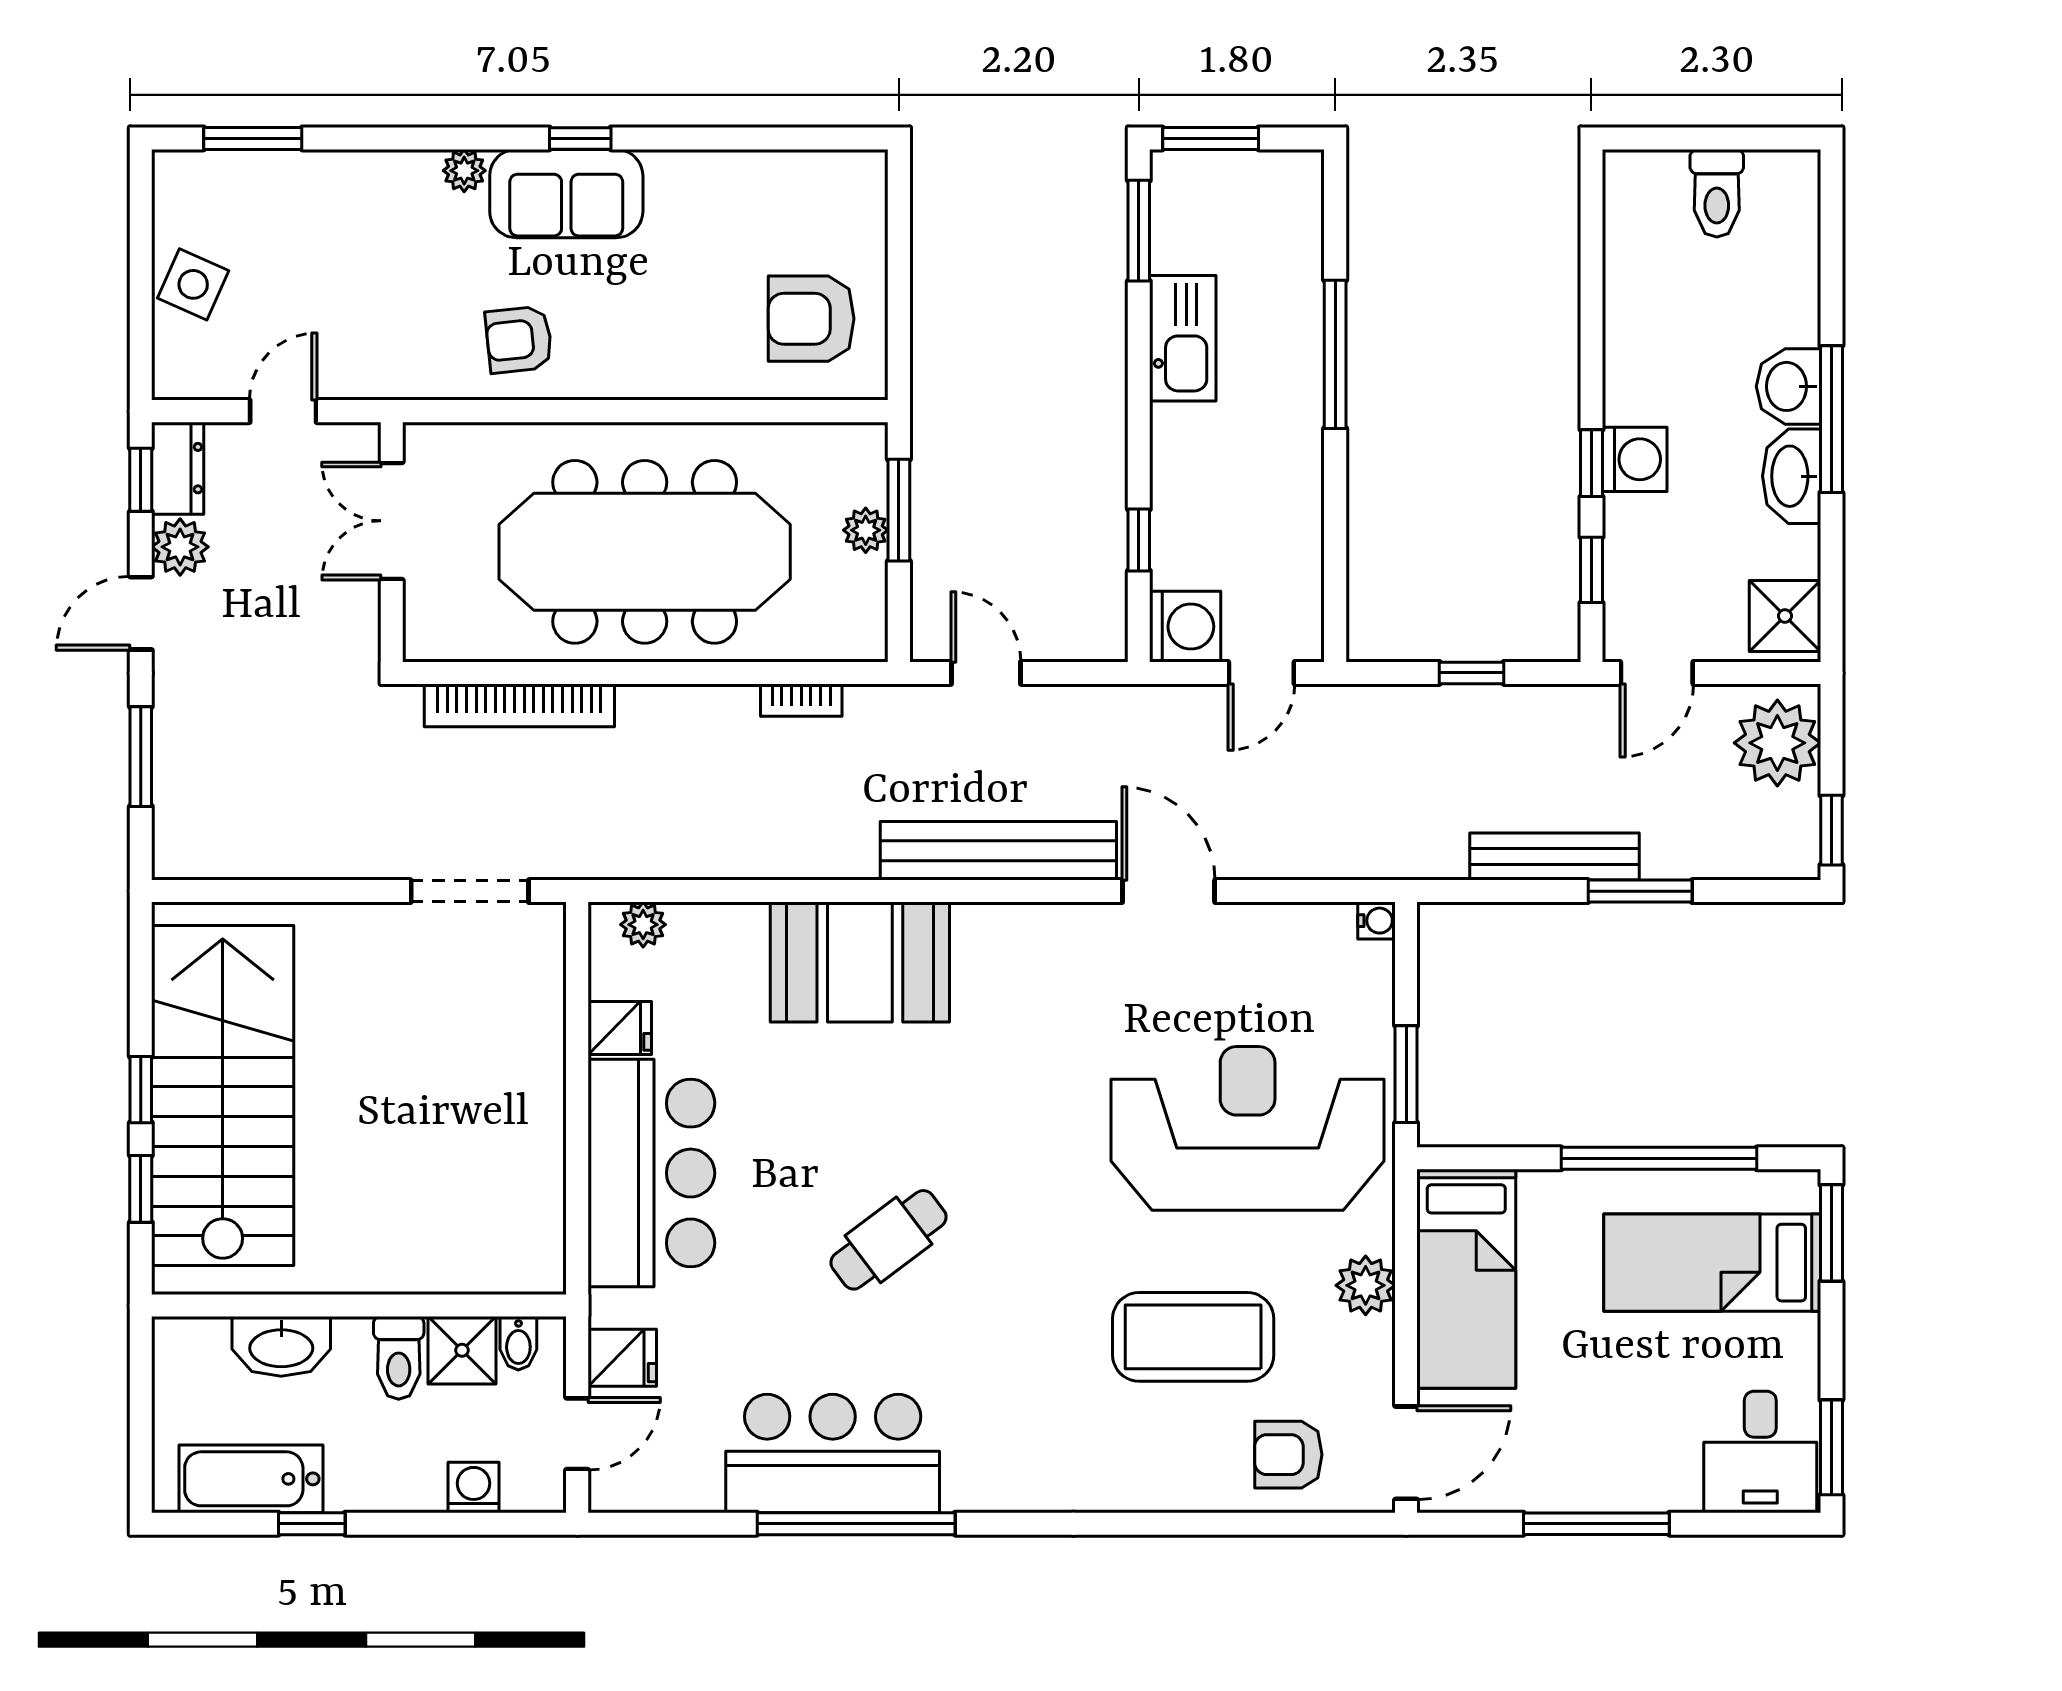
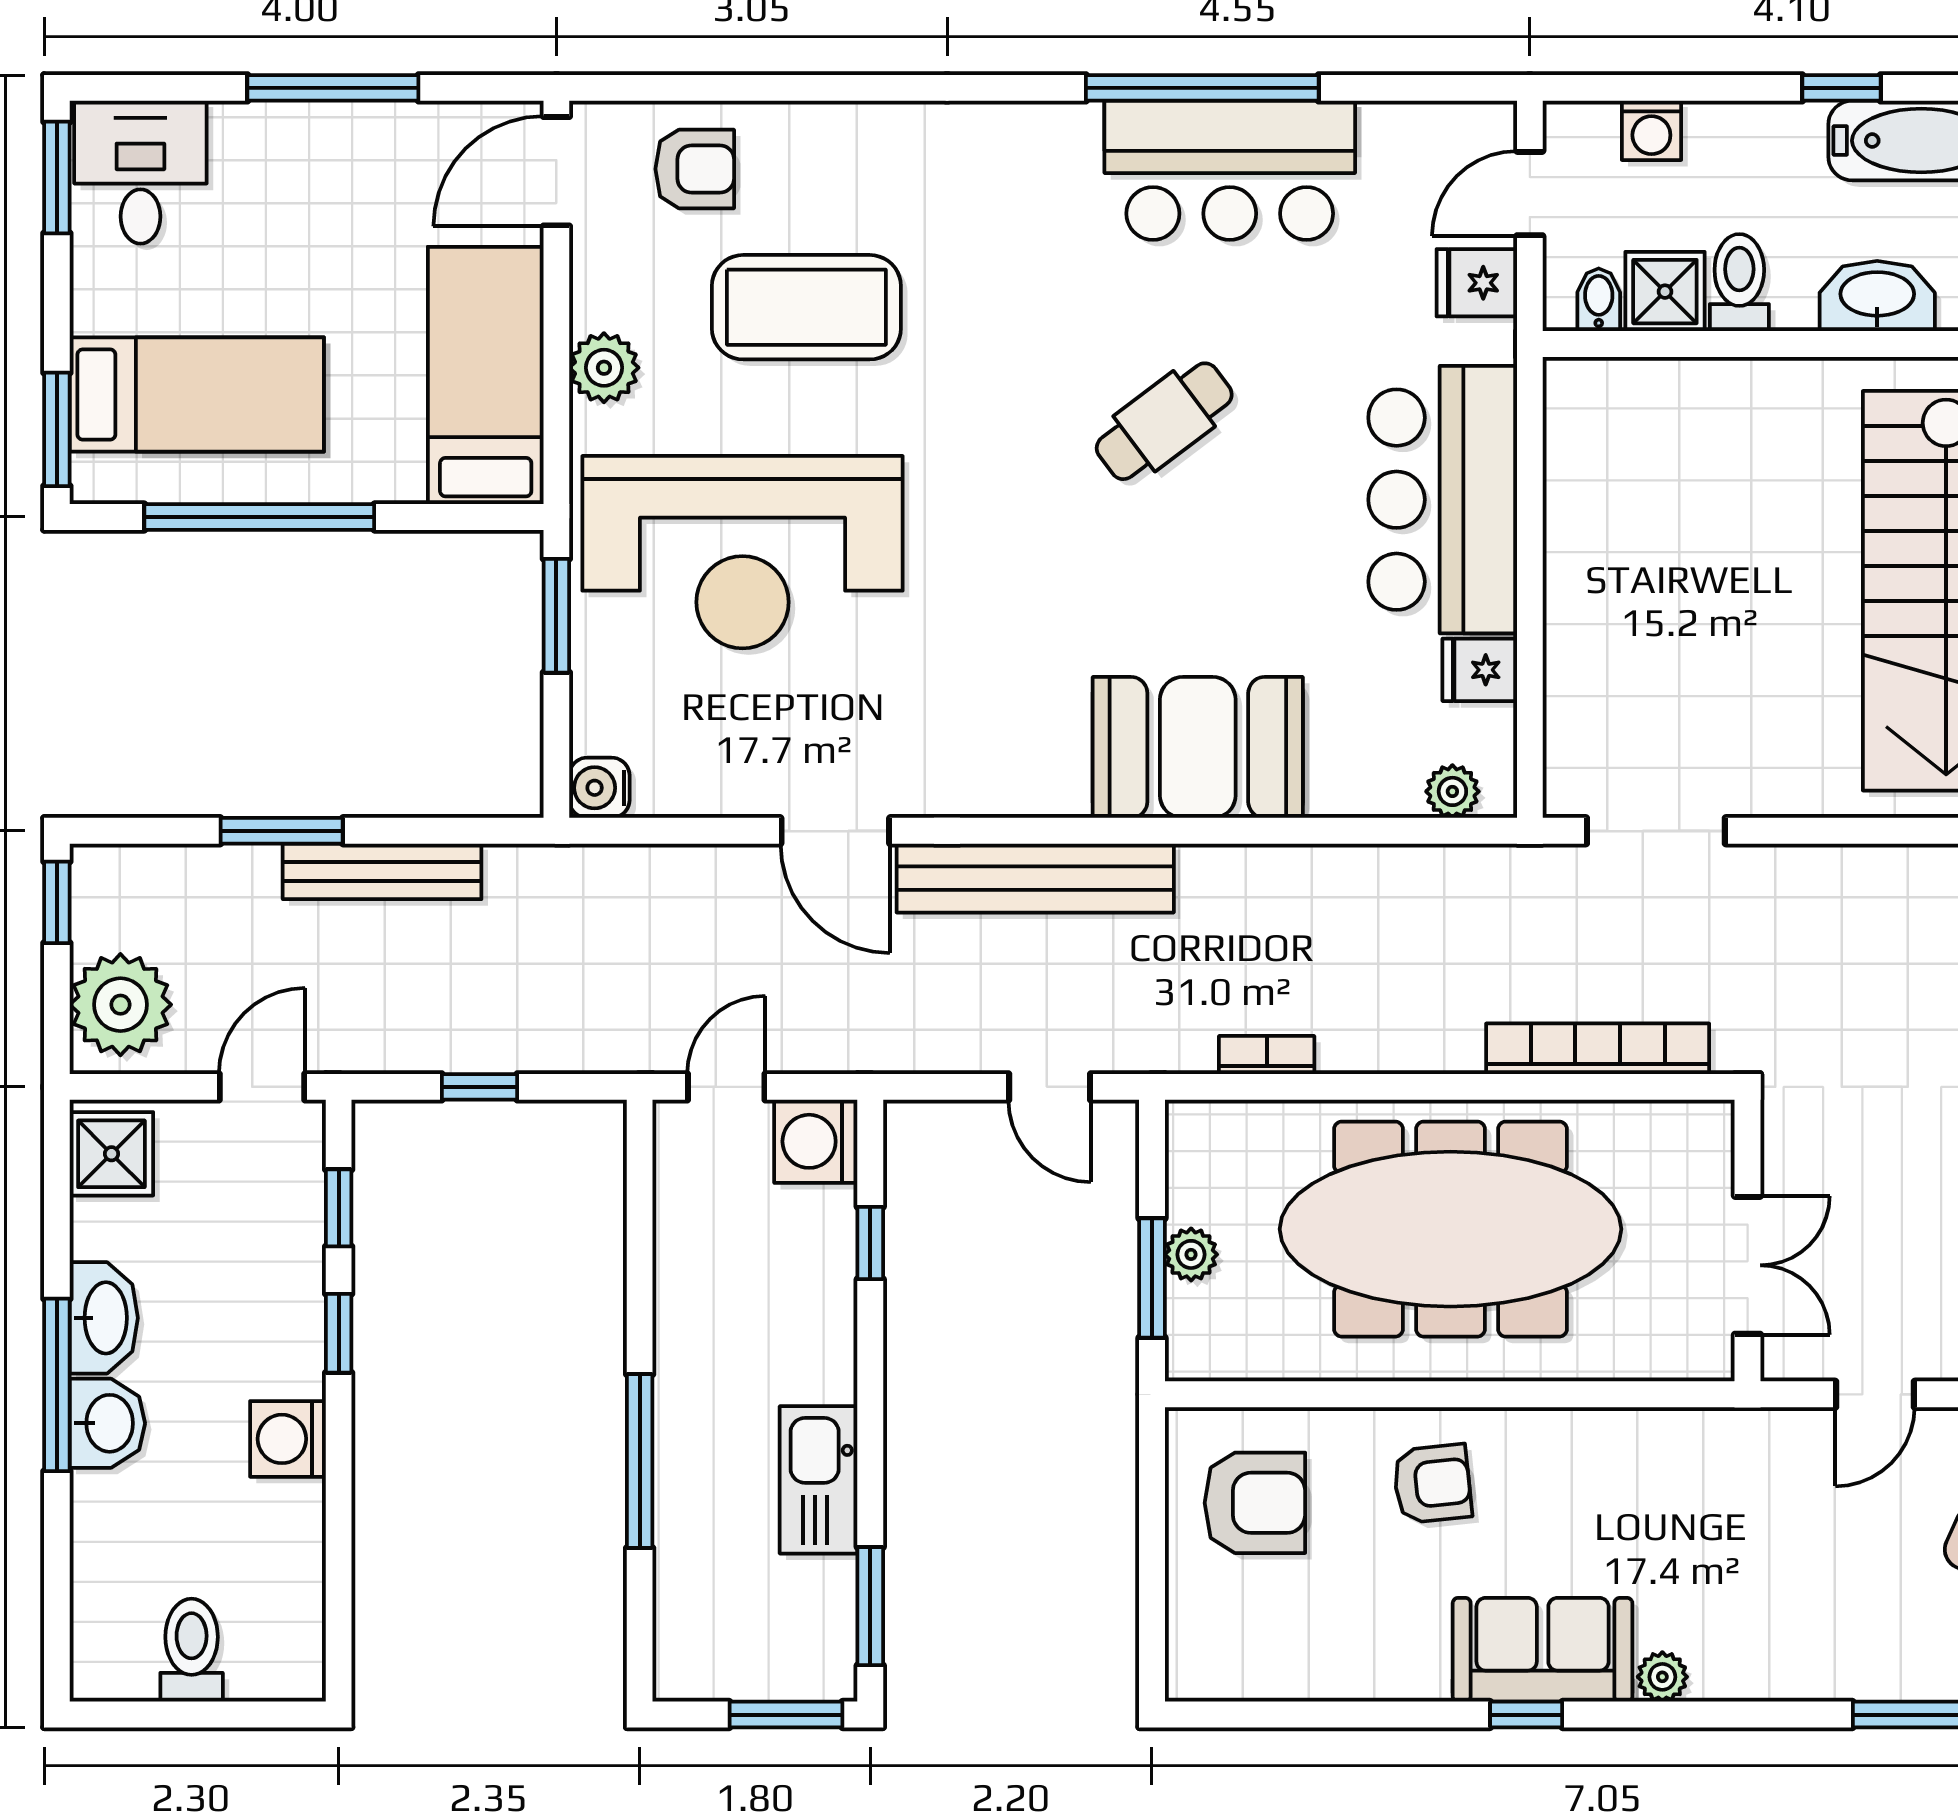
armchair: (519, 340) -> (1432, 1484), moved
washing machine: (1635, 459) -> (288, 1439), moved
water cooler: (1377, 921) -> (599, 788), width x1.38, depth x1.38

